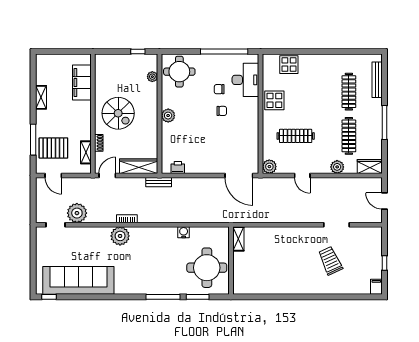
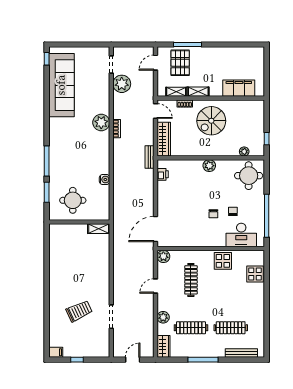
shelving: (41, 97) -> (198, 92), moved
round table: (207, 268) -> (73, 200), width x0.73, depth x0.73

